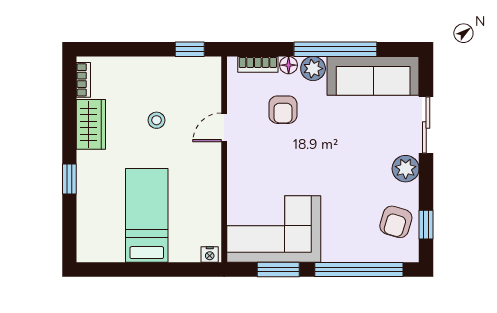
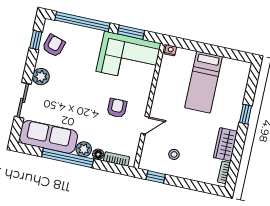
armchair: (283, 110) -> (117, 108), moved
stool: (157, 120) -> (174, 154), moved

